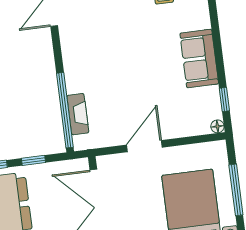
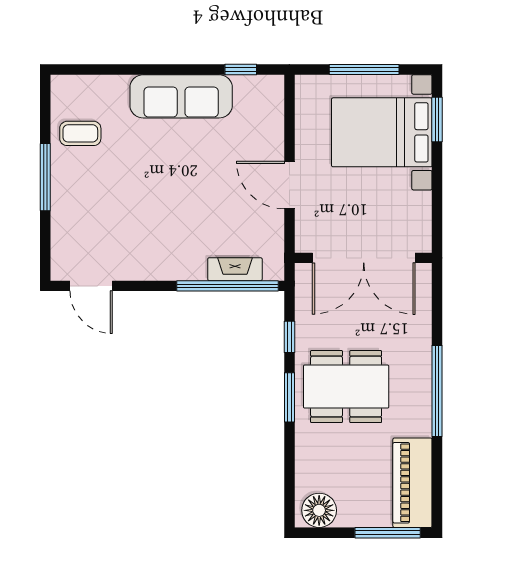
sofa: (199, 59) -> (181, 96), width x1.36
floor lamp: (217, 126) -> (276, 84), removed

